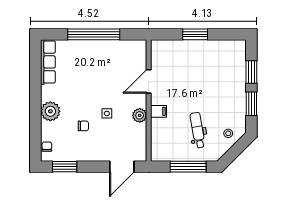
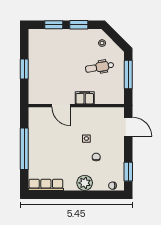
filing cabinet: (159, 111) -> (85, 98), width x2.00
plant: (140, 115) -> (88, 113), removed

